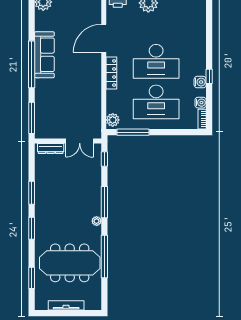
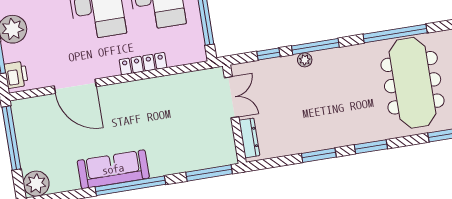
locker: (111, 73) -> (143, 64), moved
plant: (113, 120) -> (193, 54), removed
window: (104, 159) -> (268, 54), moved
plant: (97, 221) -> (305, 60), moved

